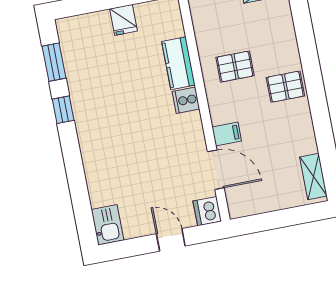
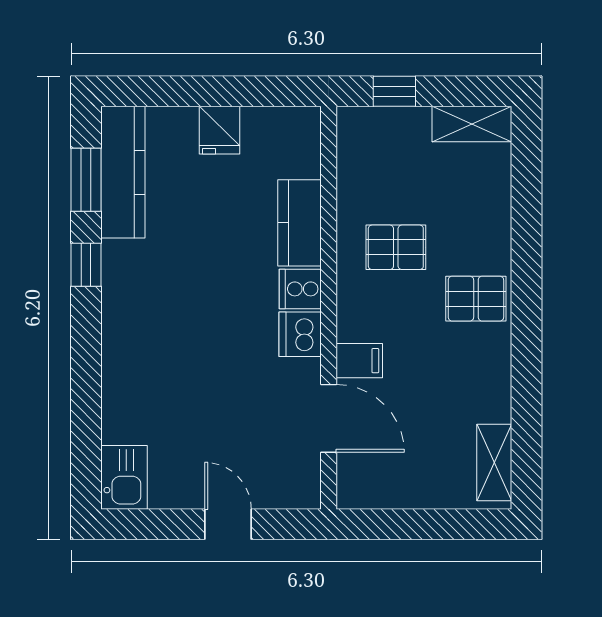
kitchen counter: (74, 54) -> (123, 172), added
dishwasher: (207, 211) -> (300, 334), moved

